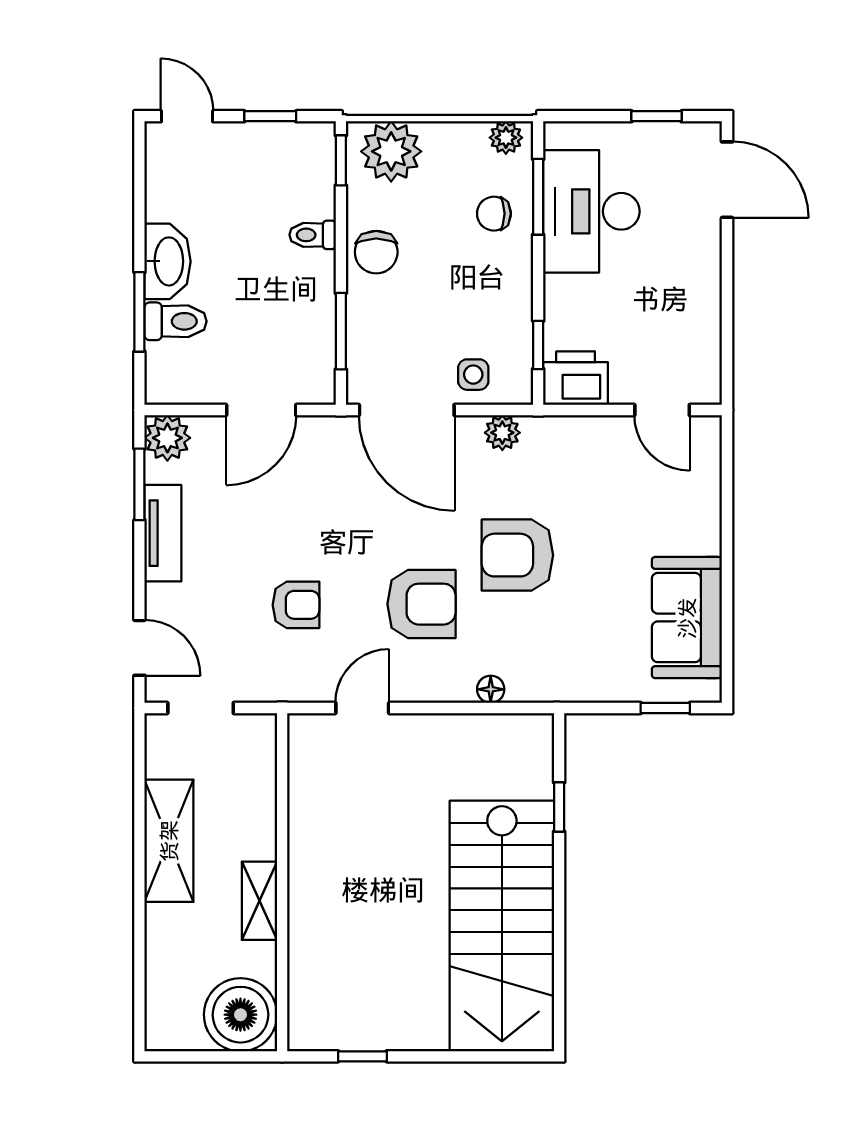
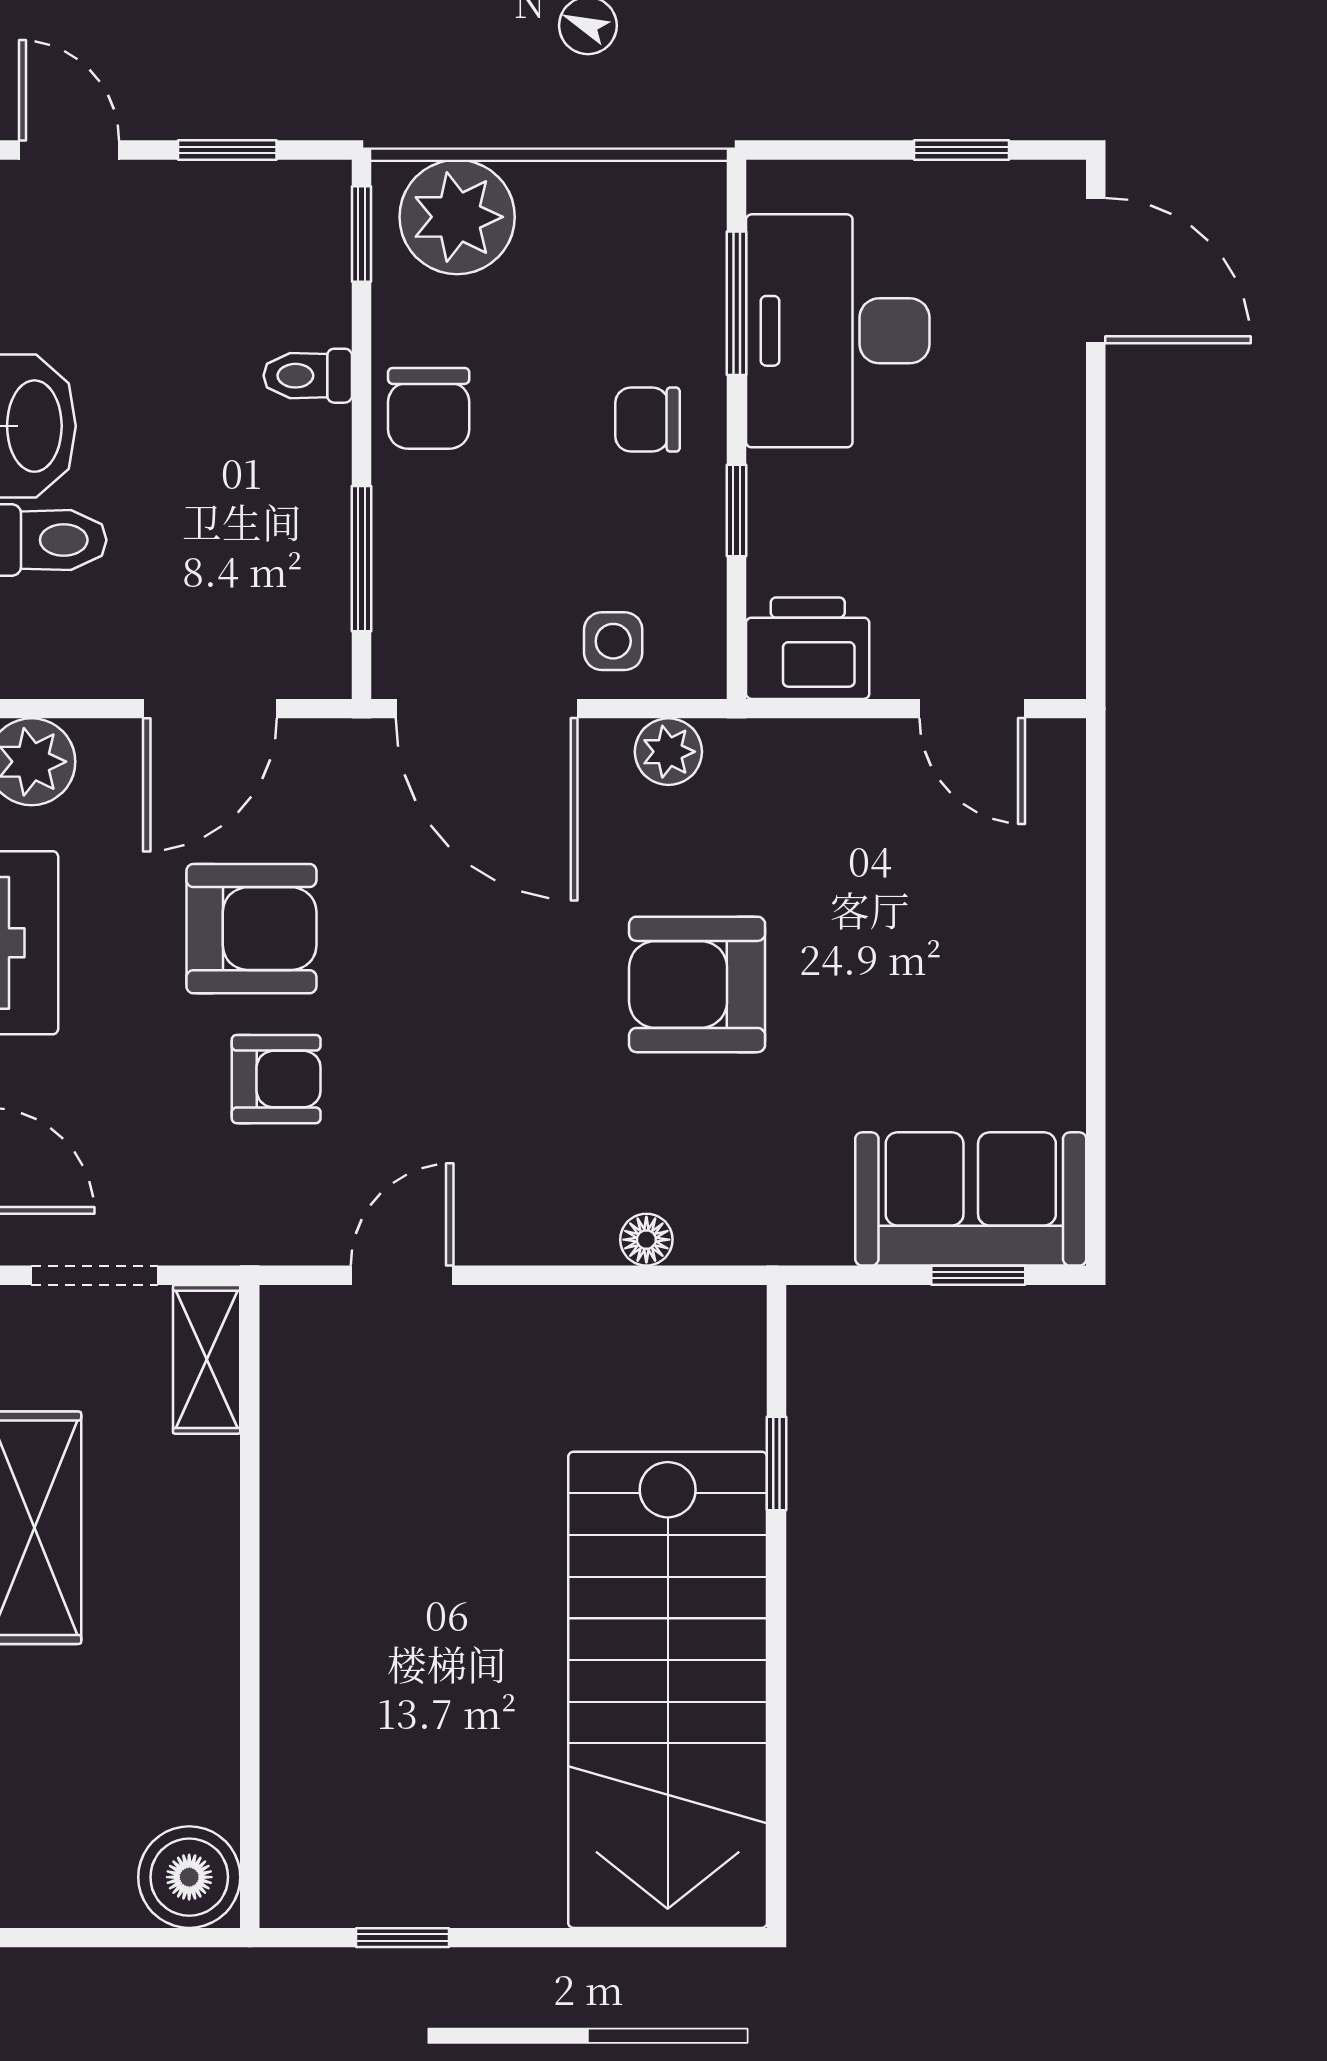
plant: (506, 138) -> (675, 191), removed
chair: (494, 214) -> (647, 420), moved
window: (538, 345) -> (737, 511), moved
armchair: (422, 604) -> (251, 929), moved
sofa: (687, 618) -> (971, 1199), moved, turned 90
shelving: (259, 901) -> (207, 1359), moved
boiler: (240, 1015) -> (189, 1877), width x0.73, depth x0.73

